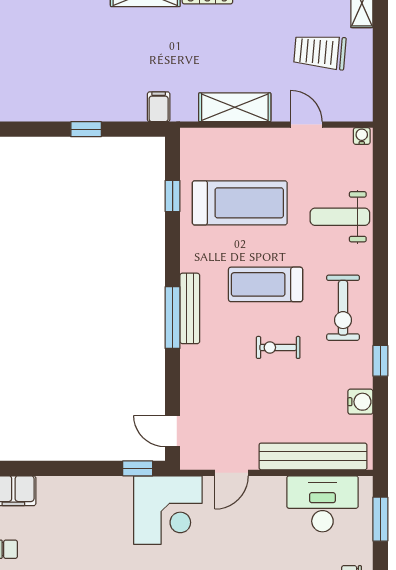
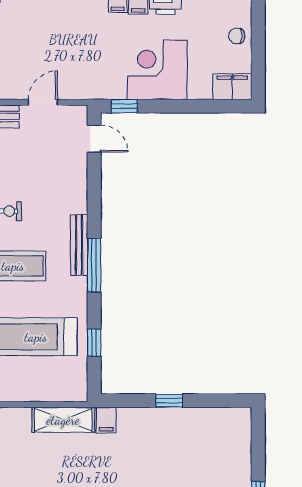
shelving: (235, 107) -> (63, 420), moved
window: (173, 318) -> (94, 265), moved
corner desk: (168, 510) -> (157, 70), moved

